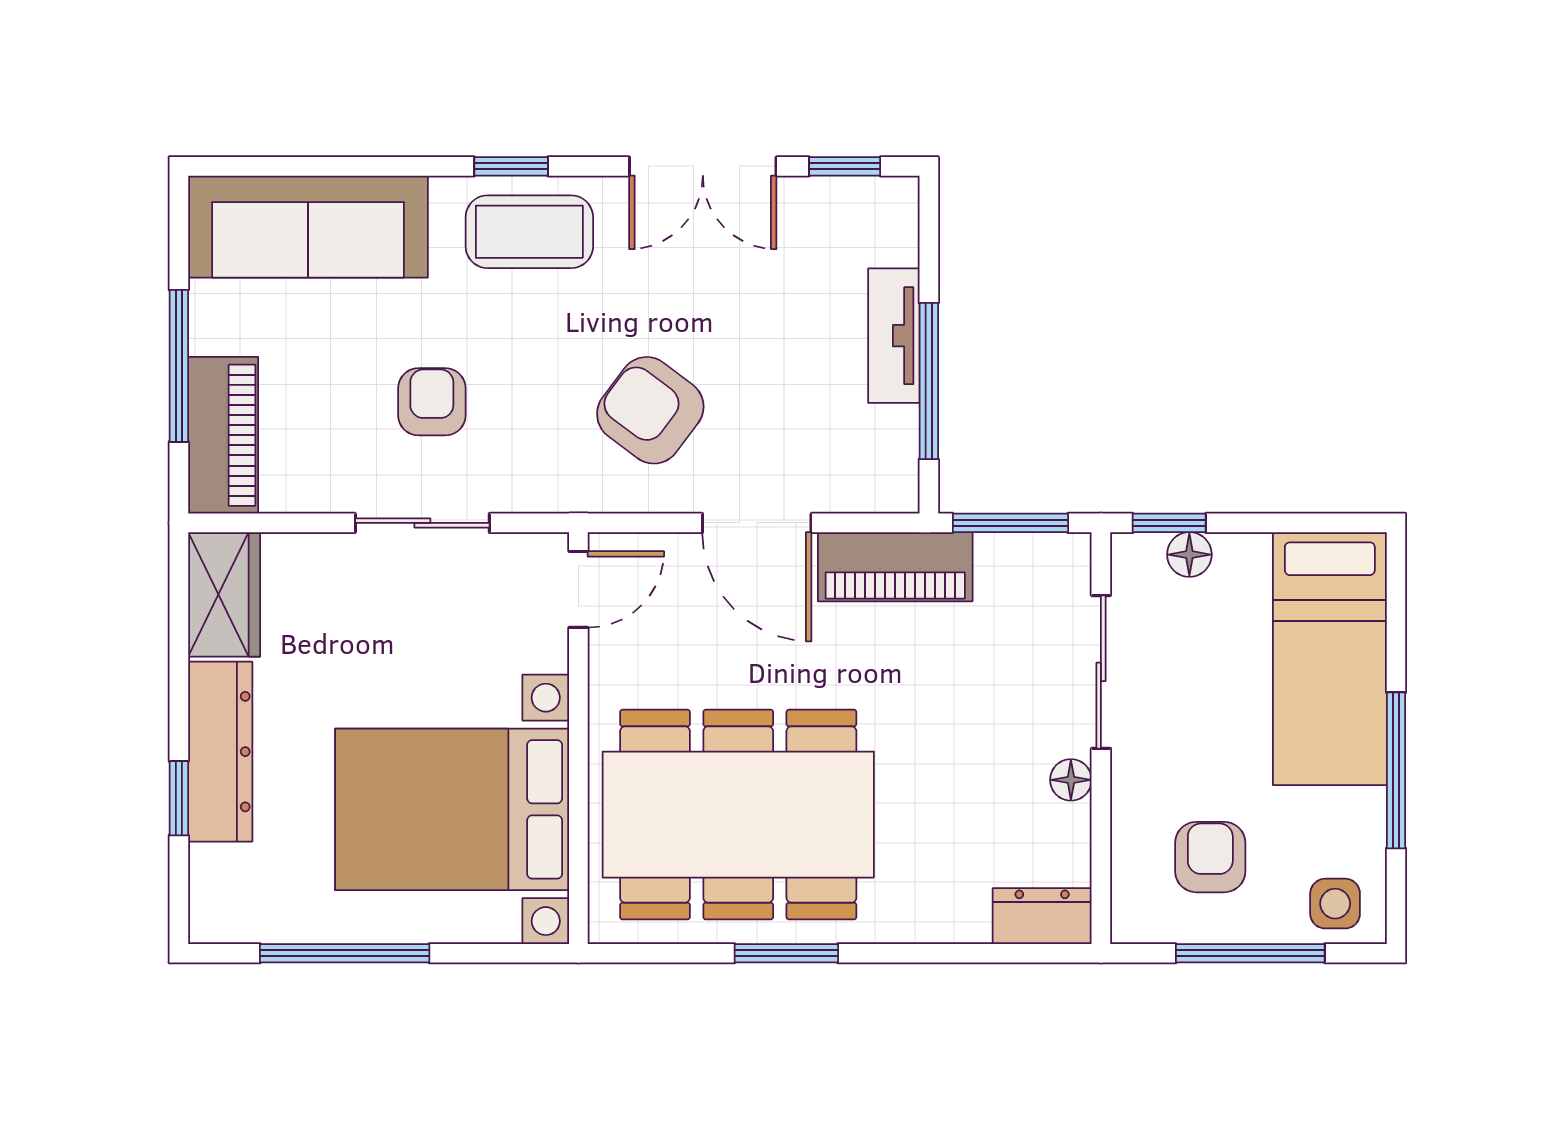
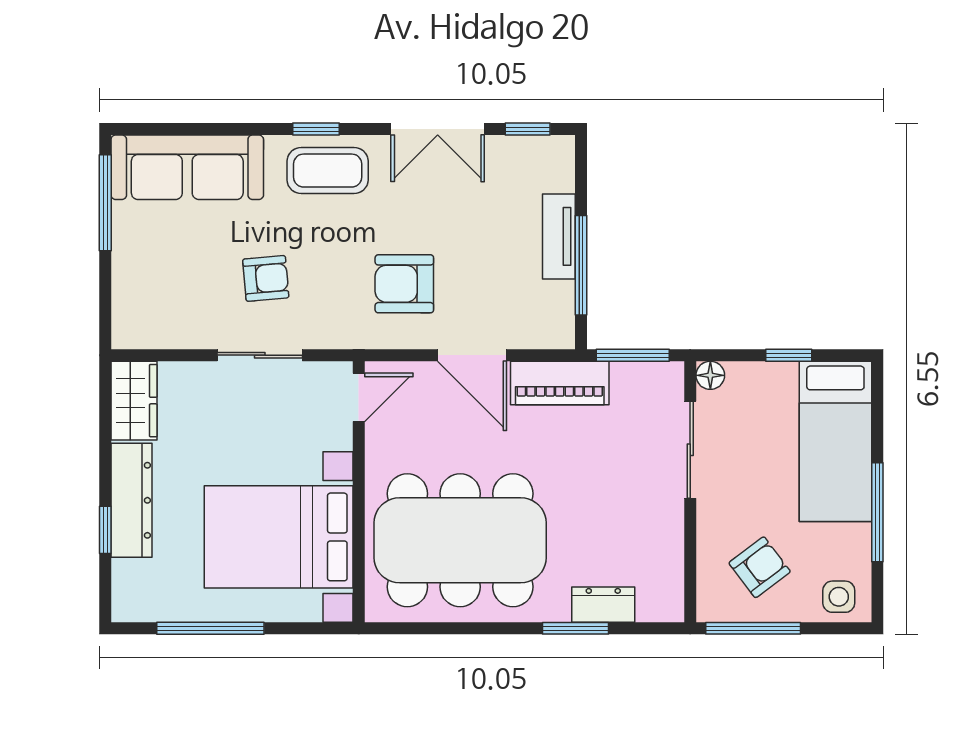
window: (179, 366) -> (105, 203), moved
armchair: (432, 402) -> (266, 278), turned 85
armchair: (650, 410) -> (404, 284), turned -37
piano: (223, 435) -> (133, 300), removed
window: (1169, 523) -> (789, 355), moved
floor lamp: (1189, 555) -> (710, 375), moved
floor lamp: (1071, 780) -> (671, 518), removed
armchair: (1210, 857) -> (760, 567), turned 53
dresser: (1042, 916) -> (603, 605), moved
window: (786, 953) -> (576, 628), moved
window: (1250, 953) -> (753, 628), moved

